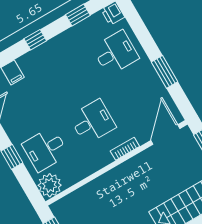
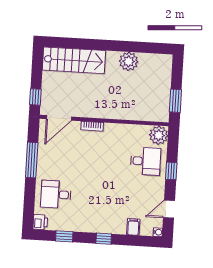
window: (165, 72) -> (32, 160), width x1.44
desk: (93, 122) -> (102, 159), removed

